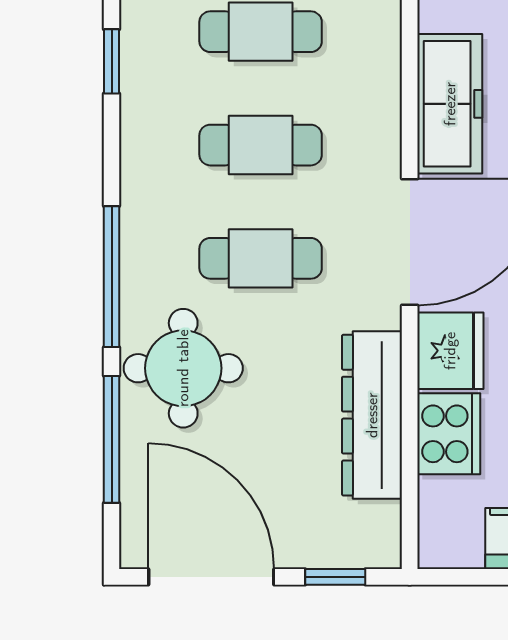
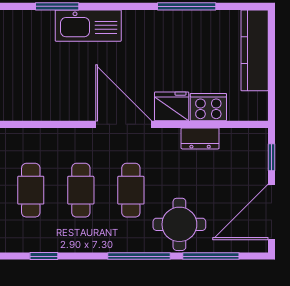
freezer: (450, 104) -> (63, 107), removed
dresser: (372, 415) -> (200, 138), width x0.51, depth x0.80

